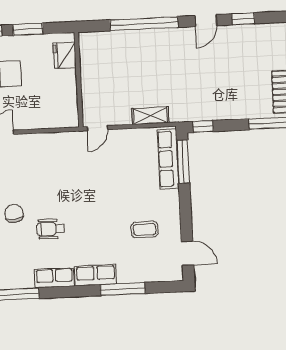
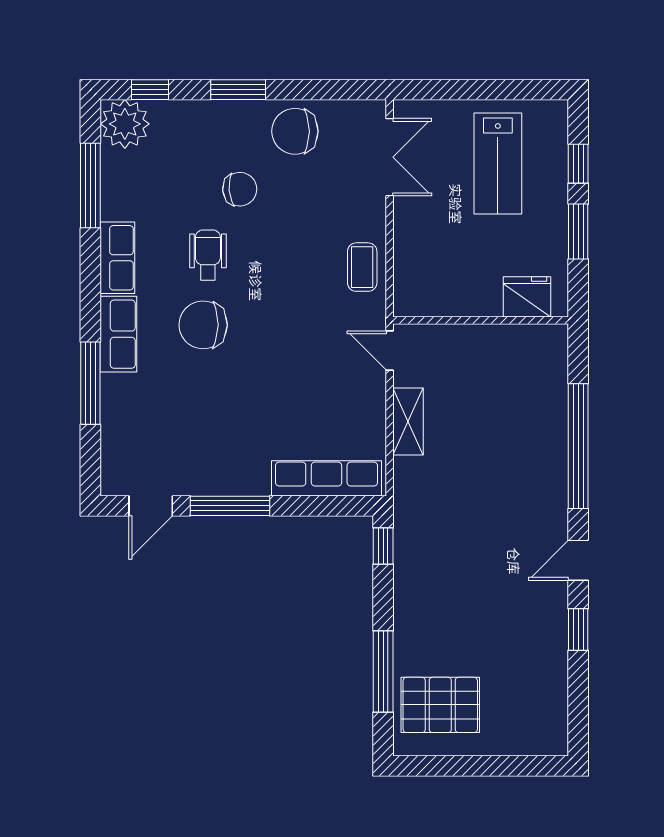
door: (206, 21) -> (578, 560), hinge flipped
shelving: (150, 116) -> (408, 421), moved
window: (183, 162) -> (230, 506), moved
chair: (88, 230) -> (203, 325), added
coffee table: (145, 230) -> (362, 267), moved

